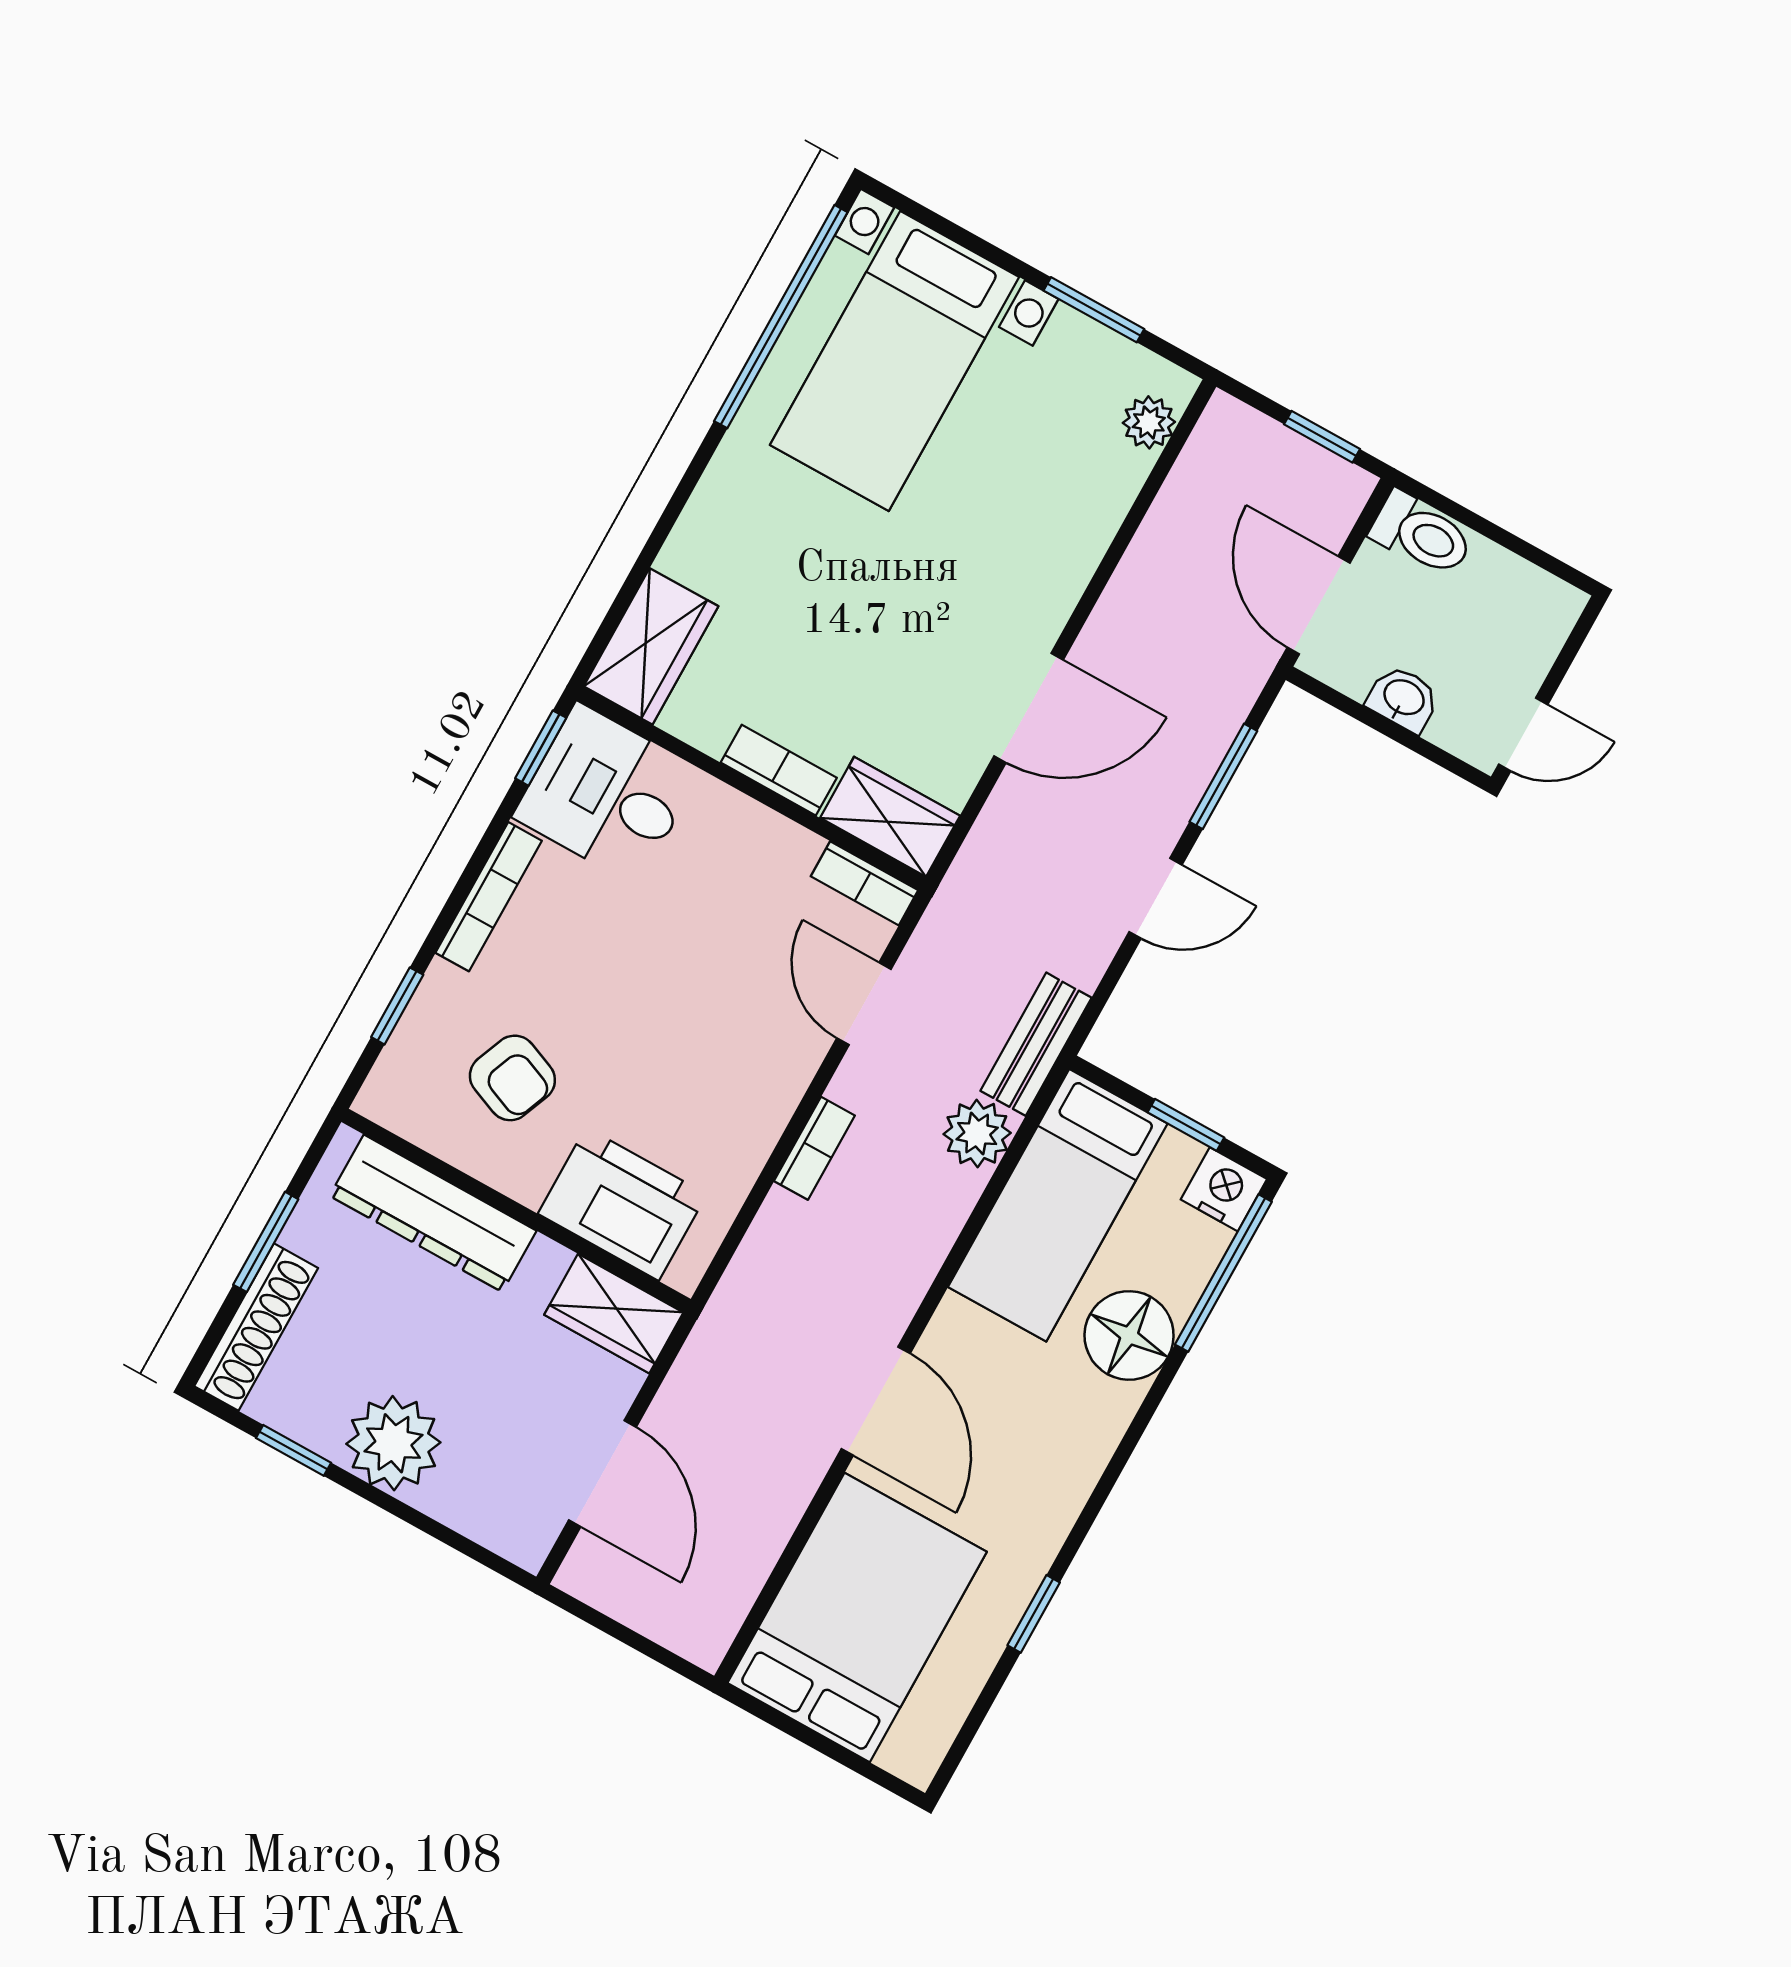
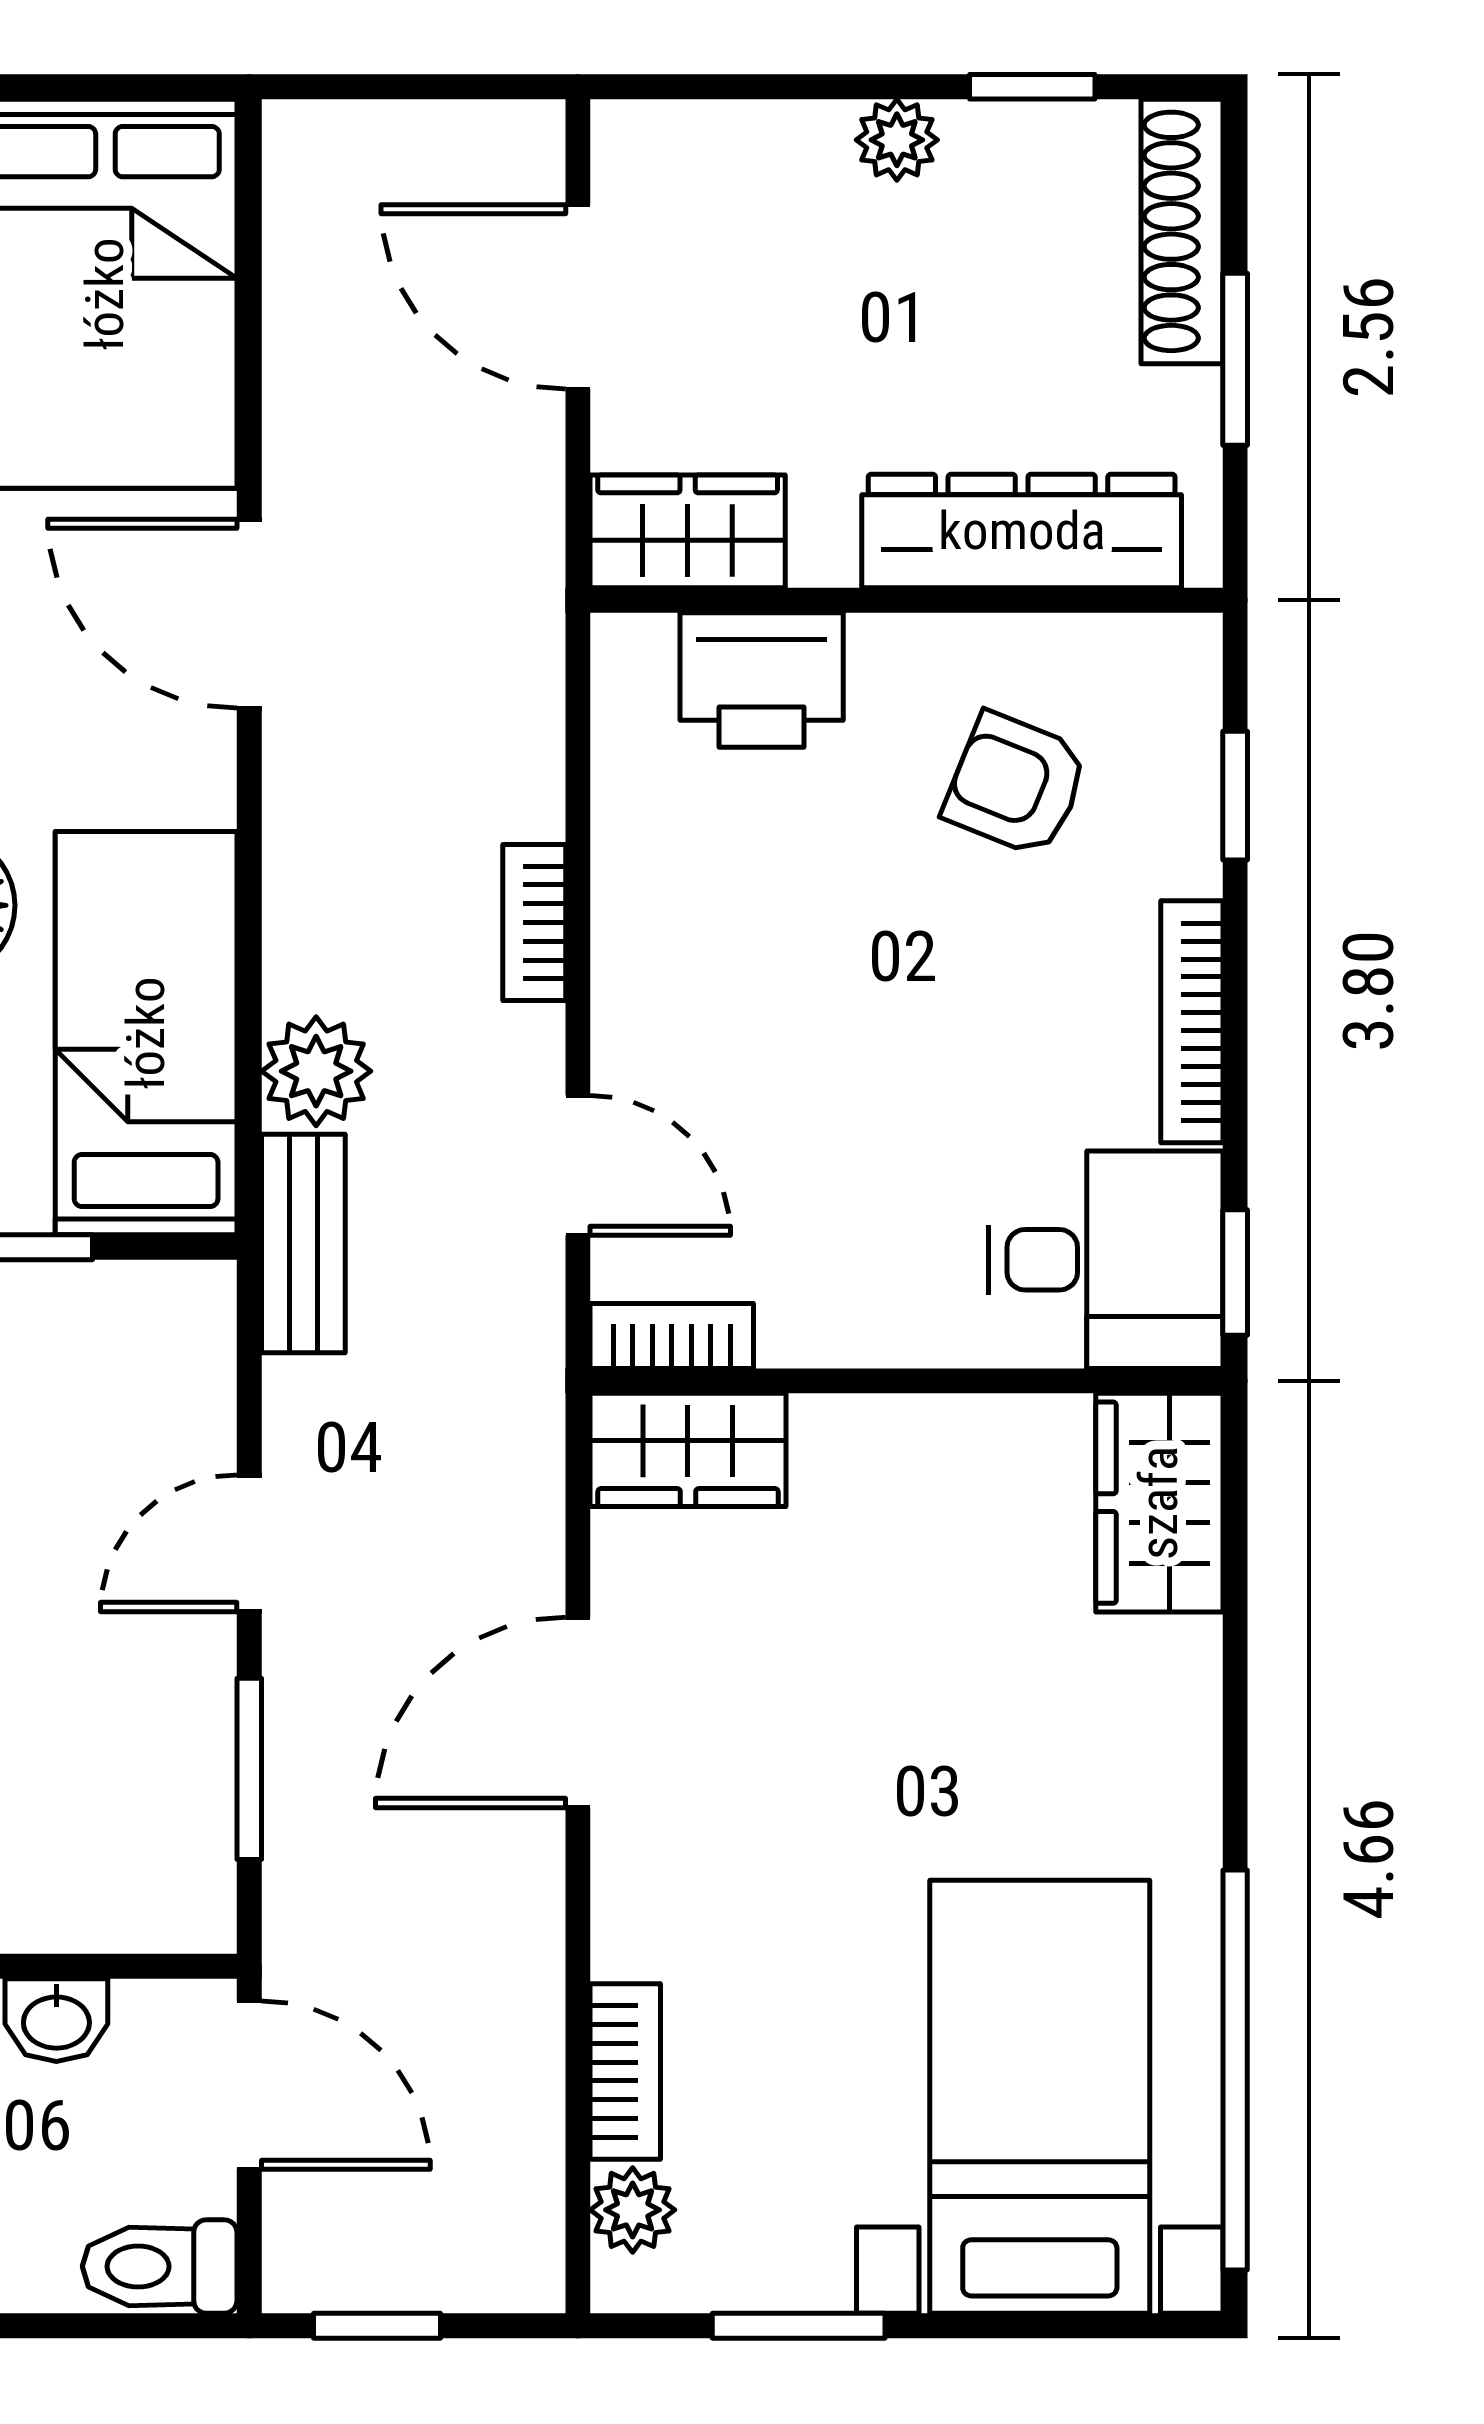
bookcase: (779, 770) -> (625, 2072), moved, turned -90
printer: (622, 1204) -> (762, 680), width x0.73, depth x0.84
plant: (393, 1443) -> (897, 140), width x0.53, depth x0.53

